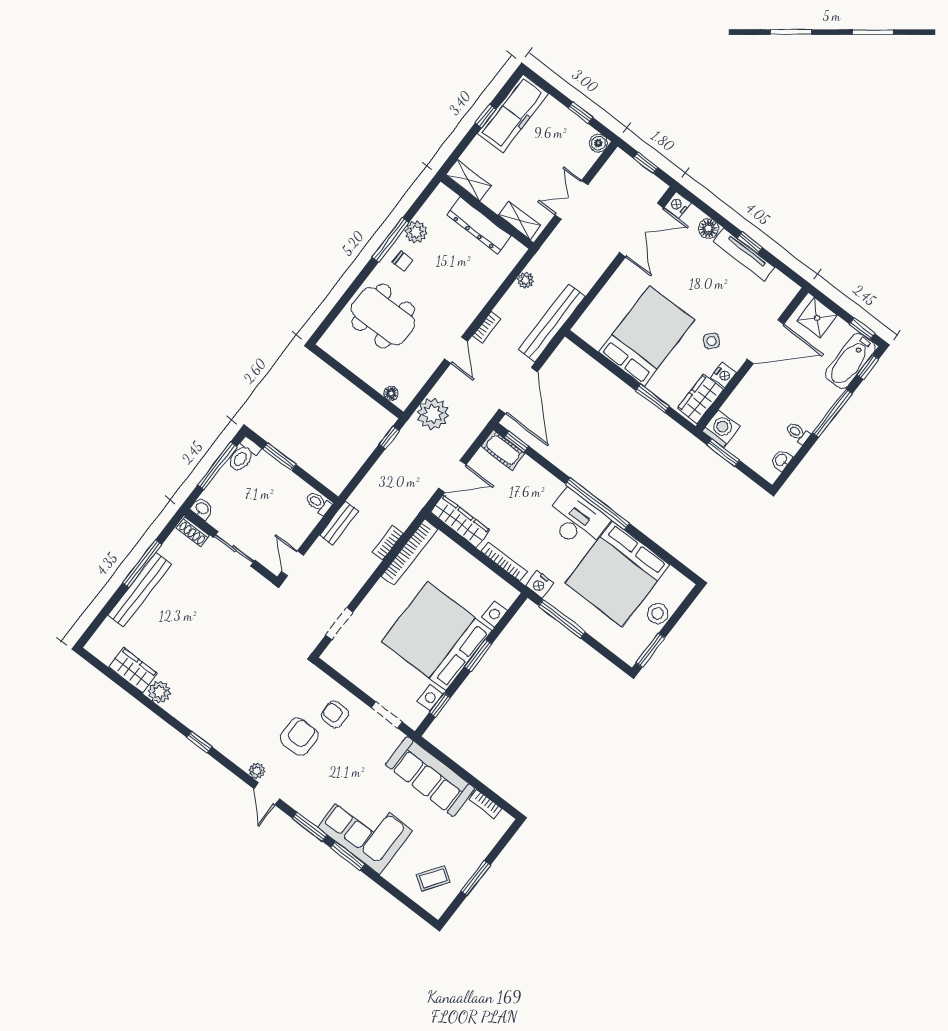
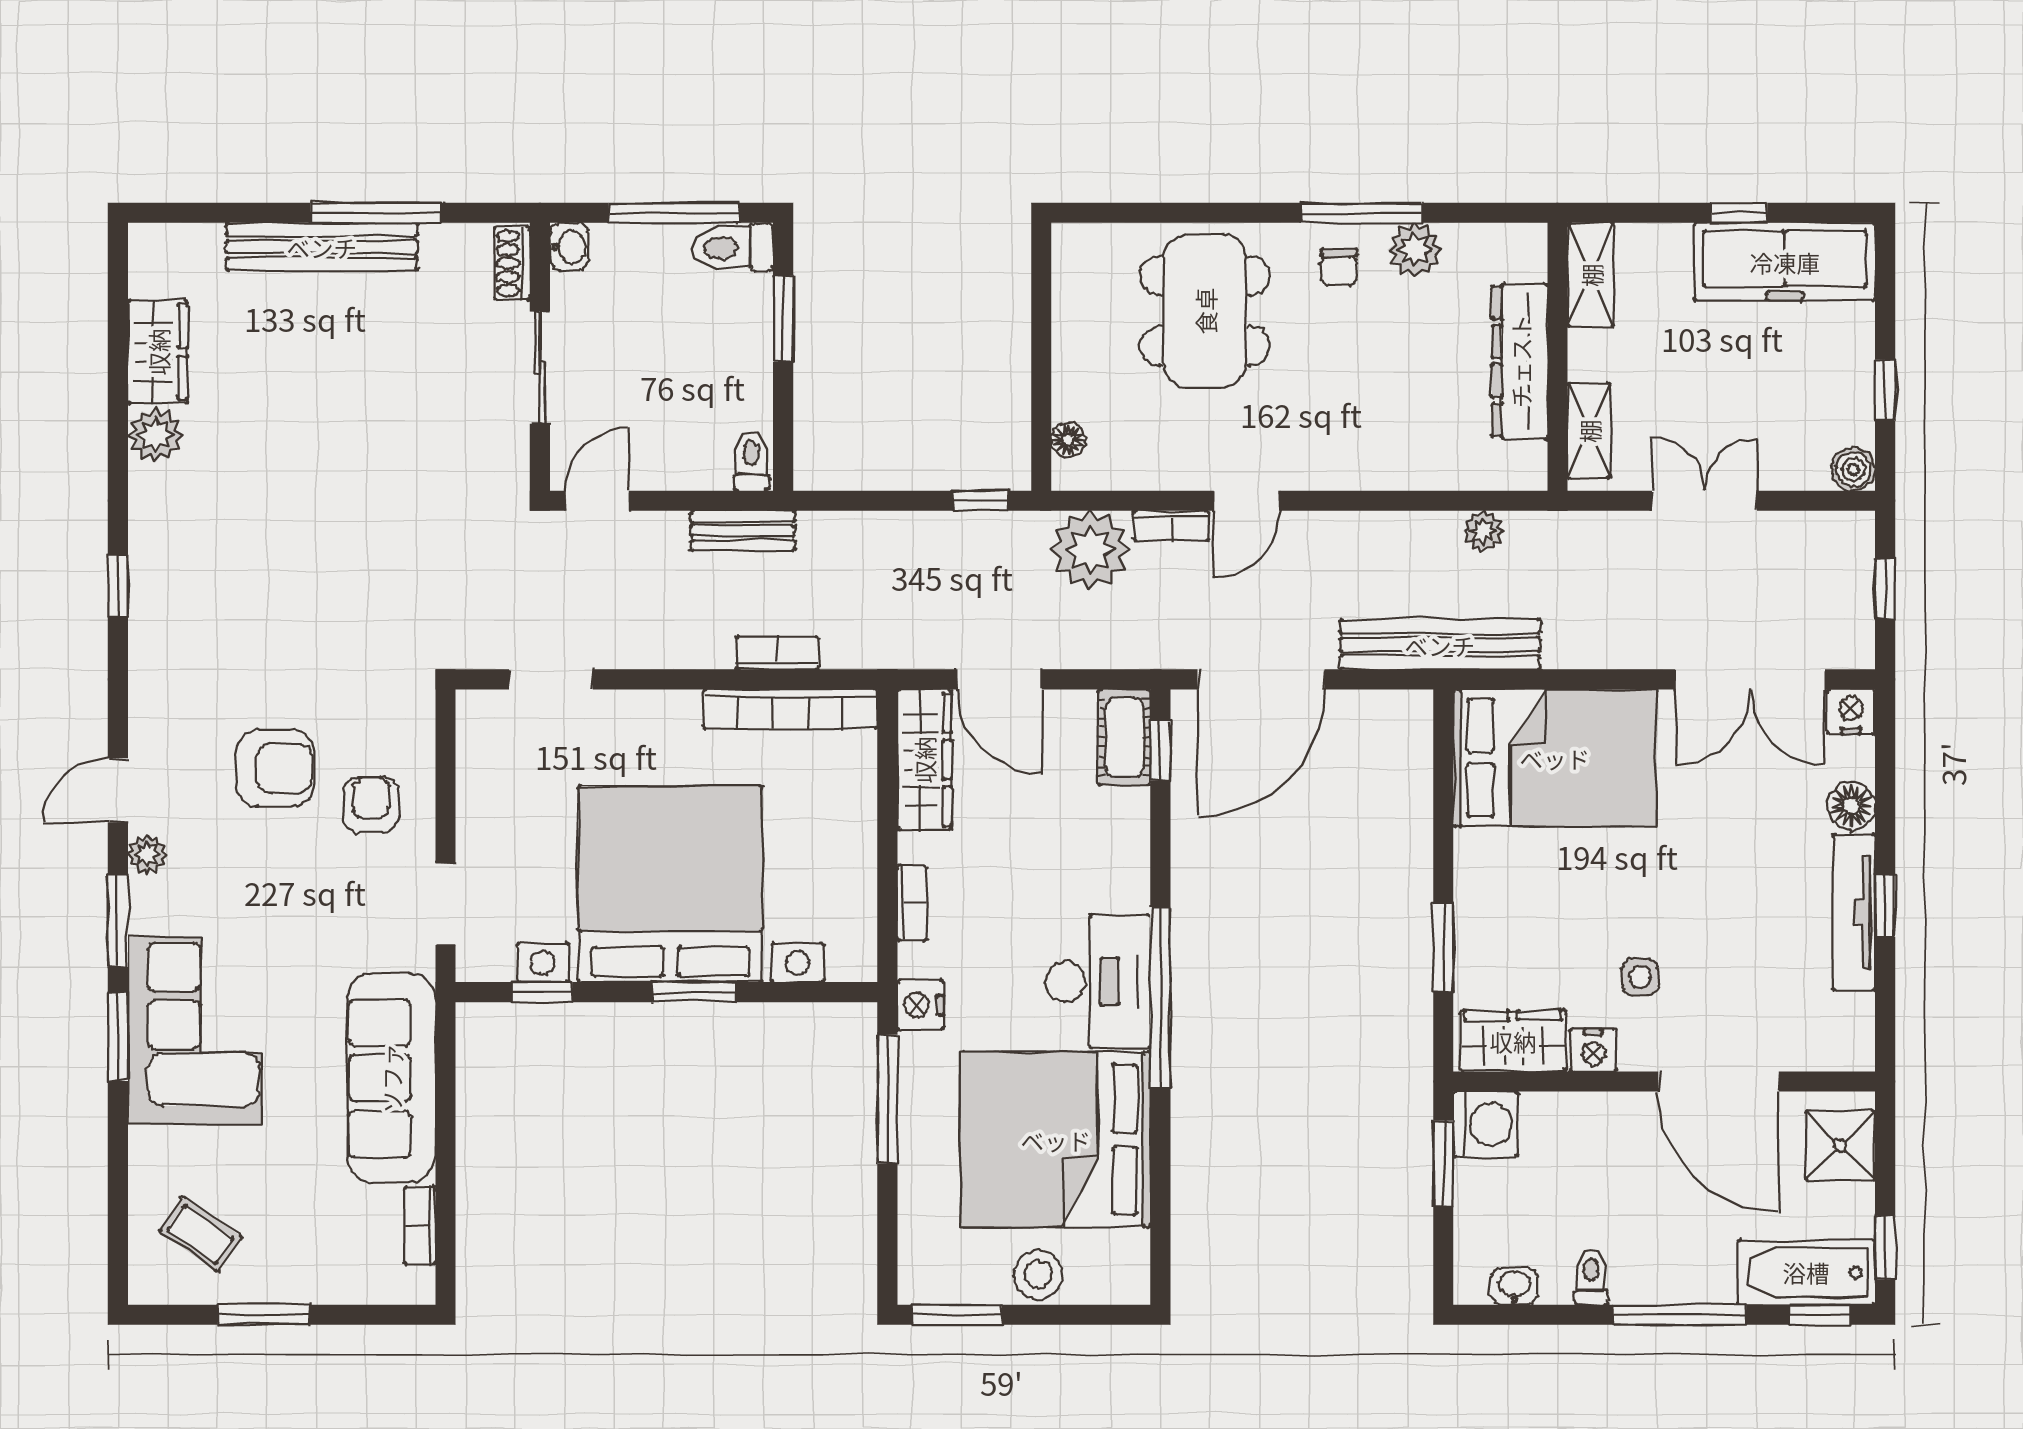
bookcase: (487, 328) -> (1171, 526), moved
bed: (647, 336) -> (1555, 758), moved
side table: (711, 341) -> (1640, 977), turned 45
bookcase: (504, 561) -> (912, 903), width x0.64
plant: (257, 771) -> (147, 855), moved

